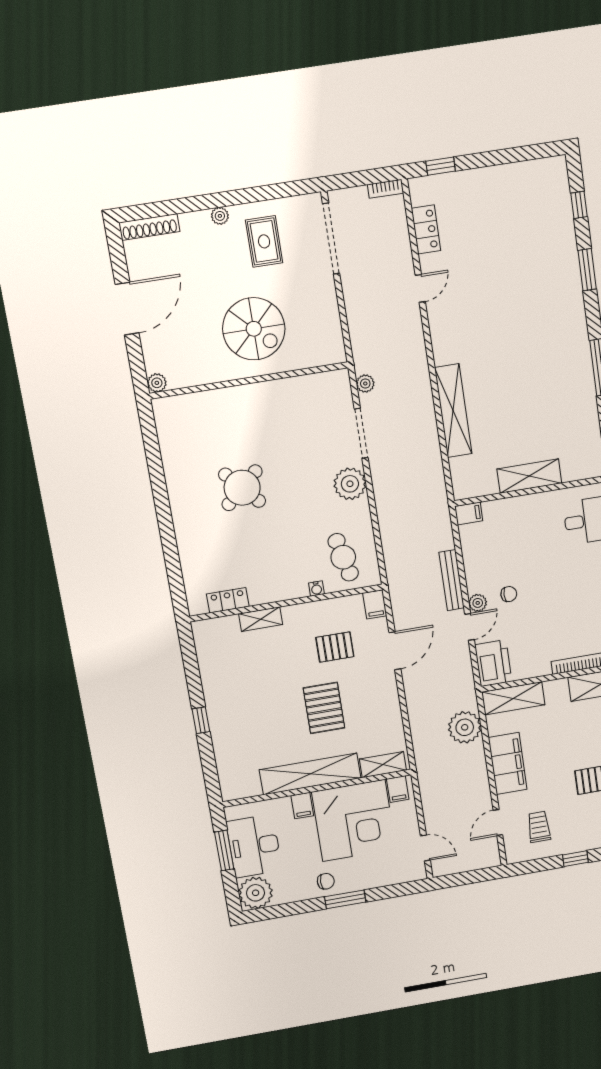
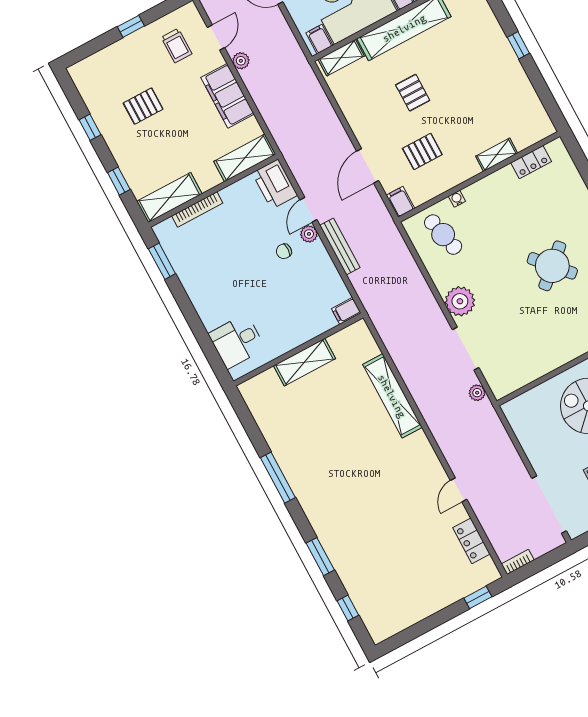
pallet: (324, 708) -> (413, 93), width x0.67, depth x0.71
plant: (465, 727) -> (241, 61), moved, width x0.53, depth x0.53

